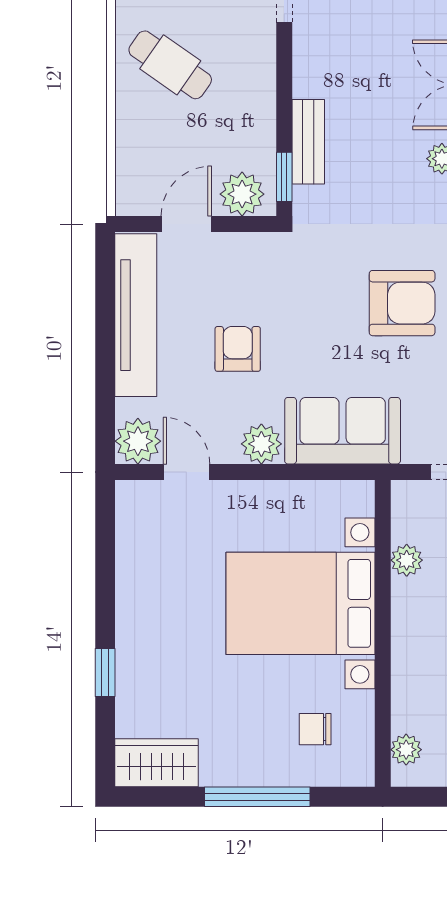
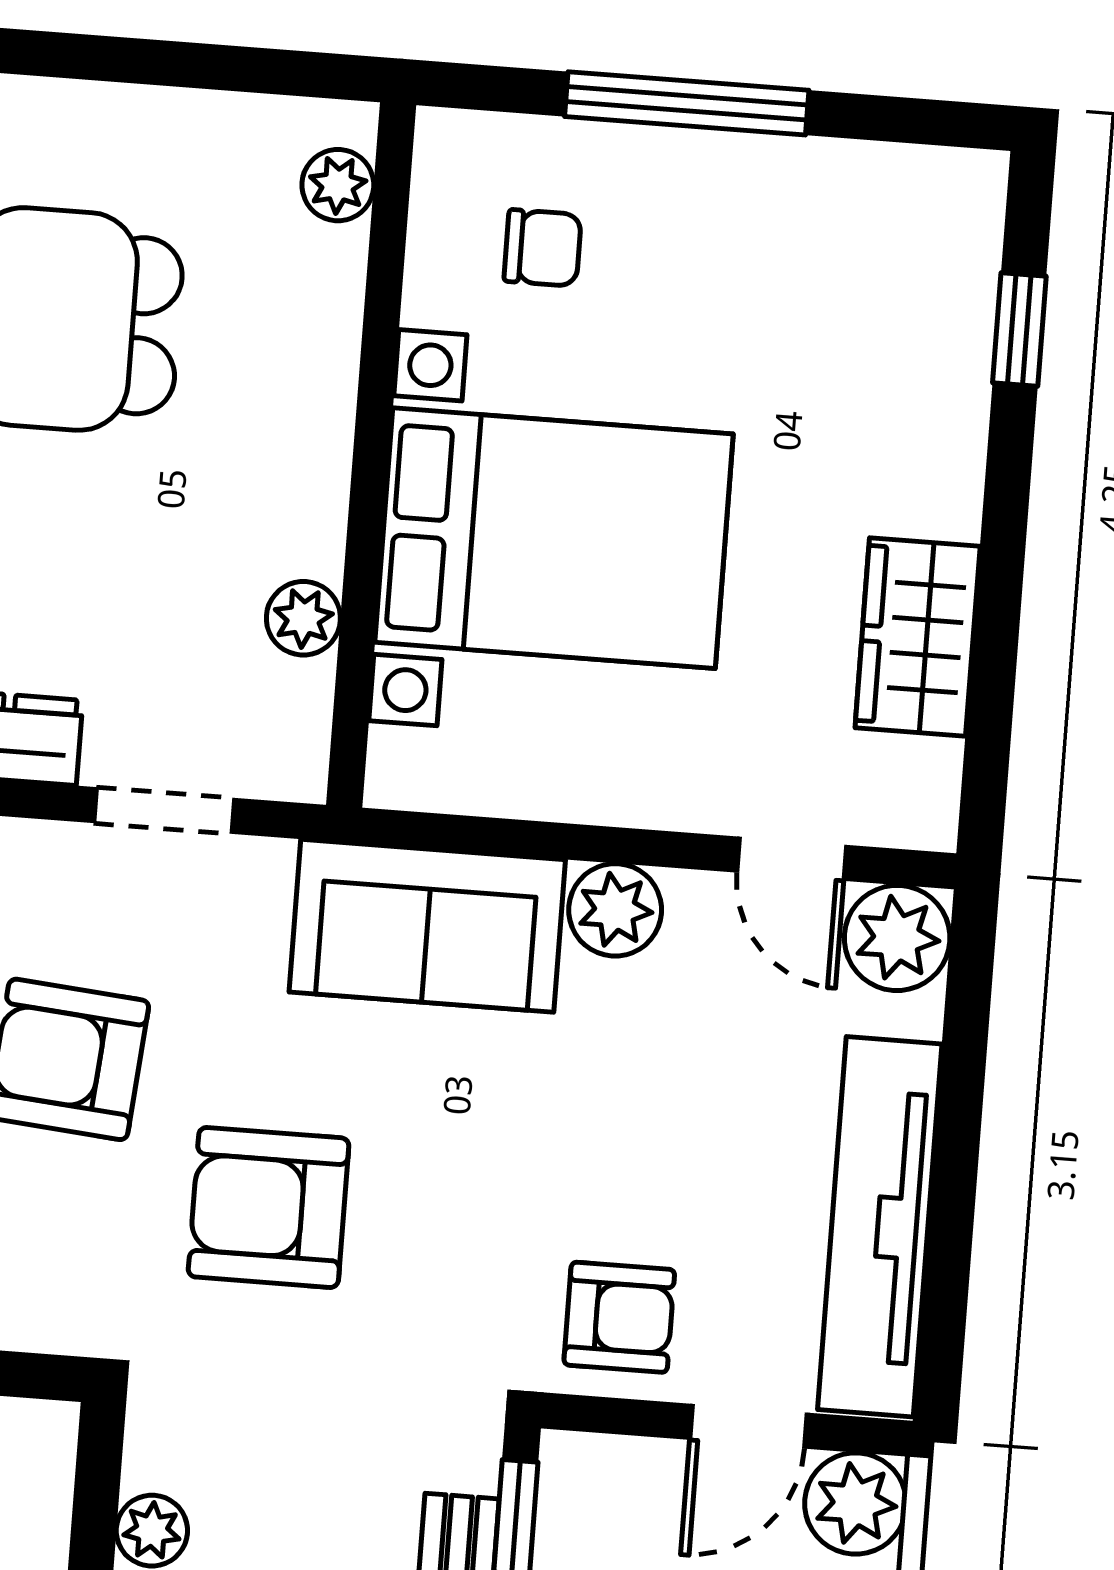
plant: (242, 194) -> (856, 1504), moved
armchair: (238, 349) -> (619, 1317), moved, turned -90
window: (105, 672) -> (1019, 329), moved
wardrobe: (157, 763) -> (918, 637), moved, turned 90

